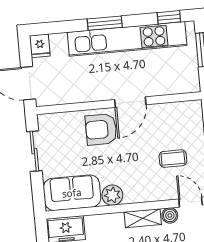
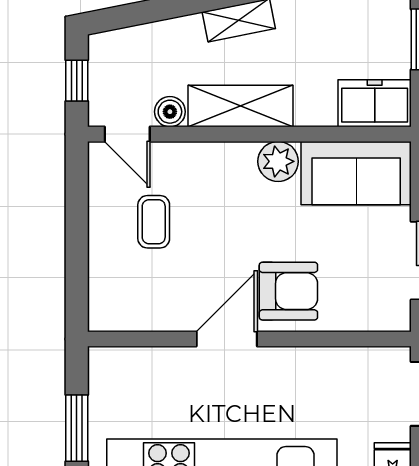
coffee table: (173, 159) -> (154, 222), turned 90
shelving: (143, 218) -> (240, 106), width x1.50, depth x1.33

